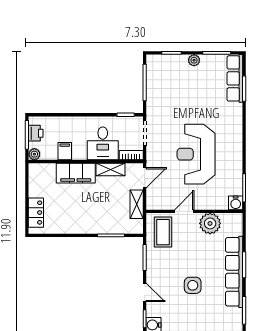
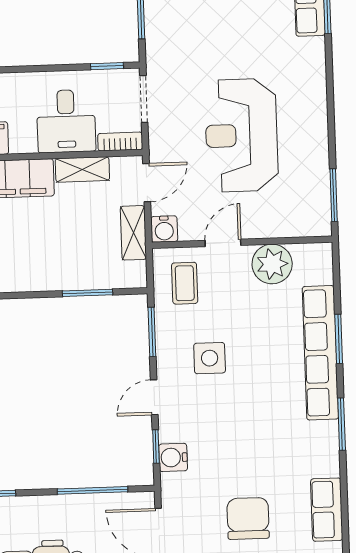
water cooler: (236, 203) -> (164, 229), moved
coffee table: (163, 232) -> (185, 283), width x0.73, depth x0.77
side table: (193, 285) -> (210, 358), moved
door: (145, 292) -> (154, 397), swing flipped

